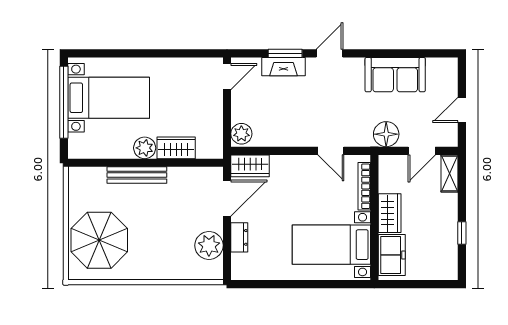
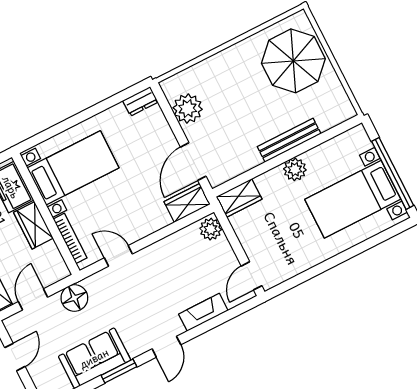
window: (285, 53) -> (119, 371), moved
wardrobe: (176, 148) -> (239, 198), moved
dresser: (239, 237) -> (140, 101), moved, turned -90

